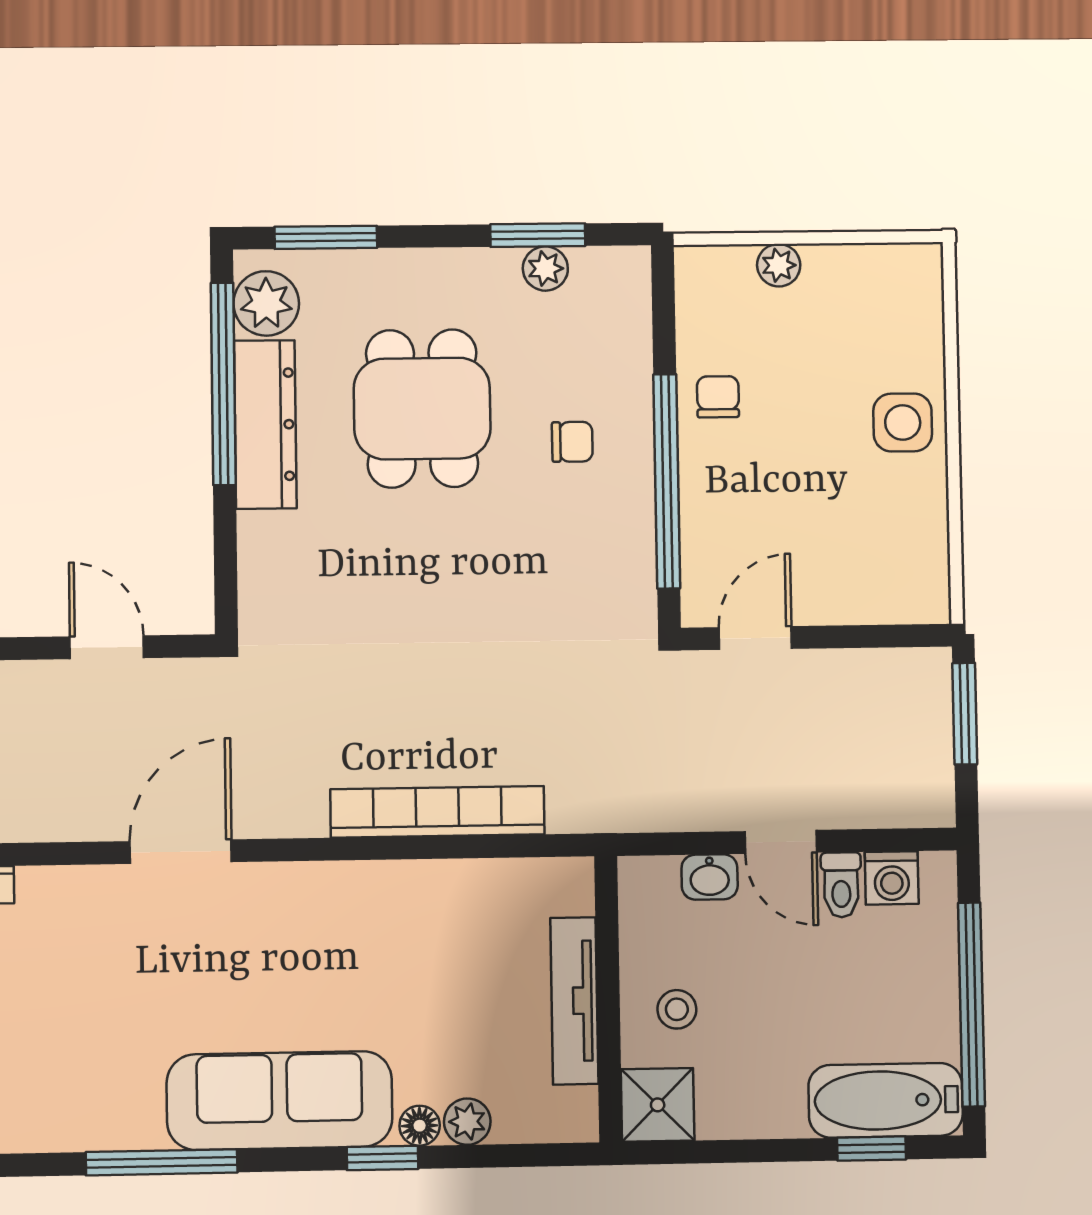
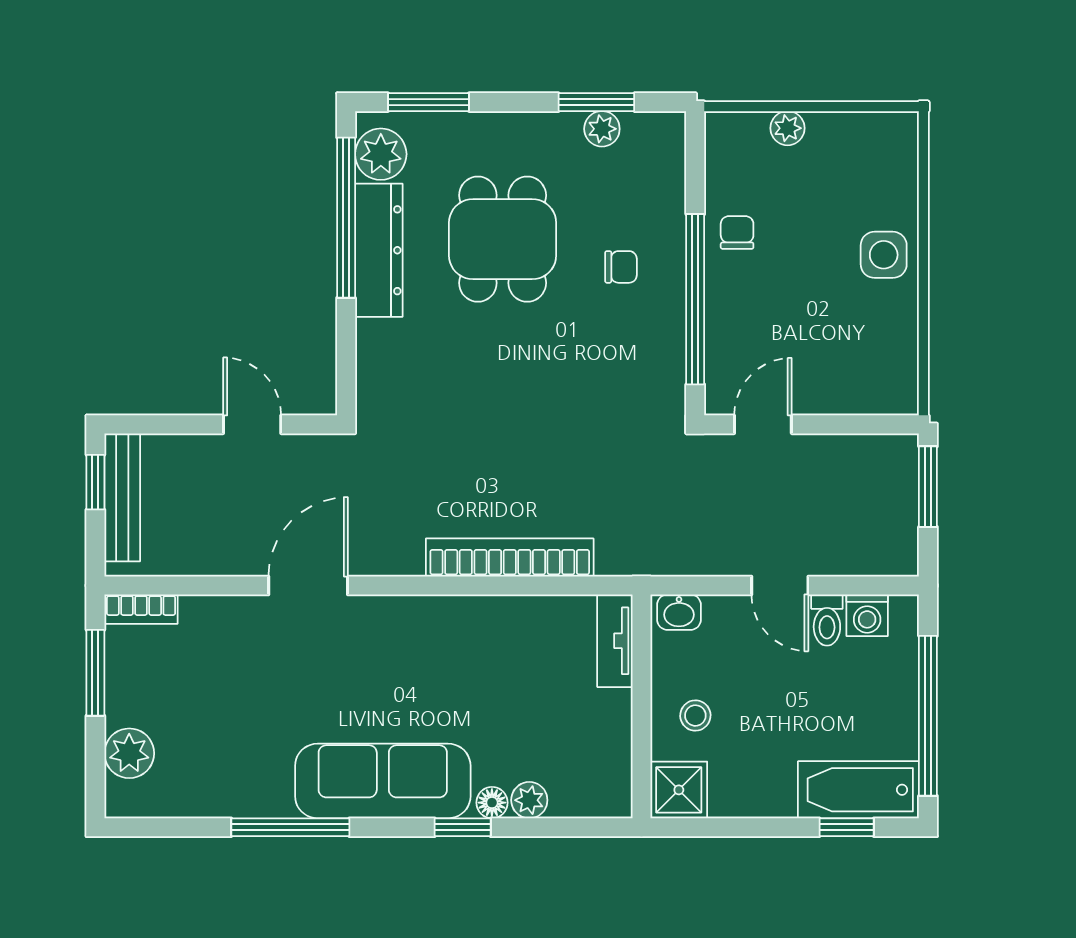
washbasin: (710, 877) -> (679, 612), moved
tv unit: (574, 1001) -> (615, 641), moved, width x0.71

